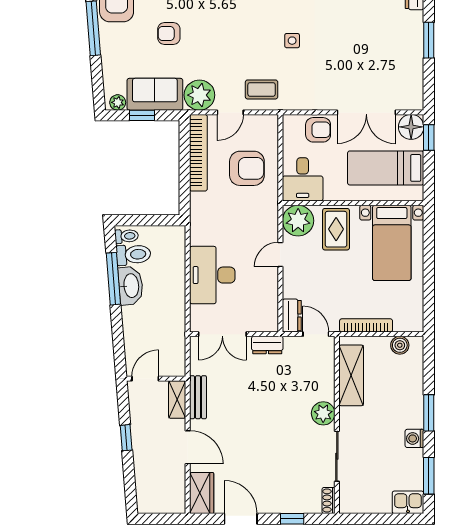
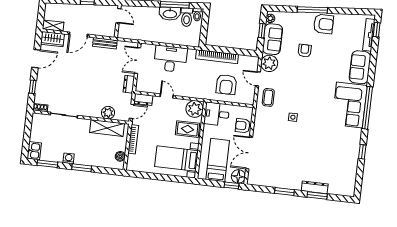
armchair: (318, 130) -> (243, 126), turned 90
bookcase: (198, 153) -> (217, 57), moved
door: (280, 254) -> (167, 96), moved
shelving: (177, 399) -> (53, 26), moved
plant: (323, 413) -> (108, 113), moved

